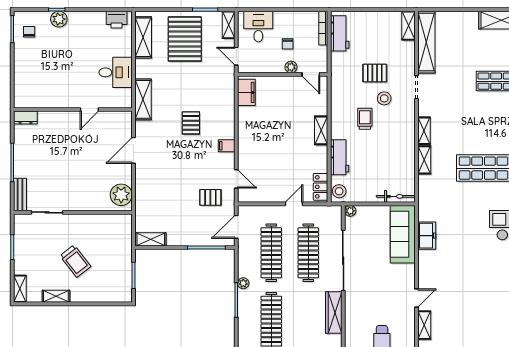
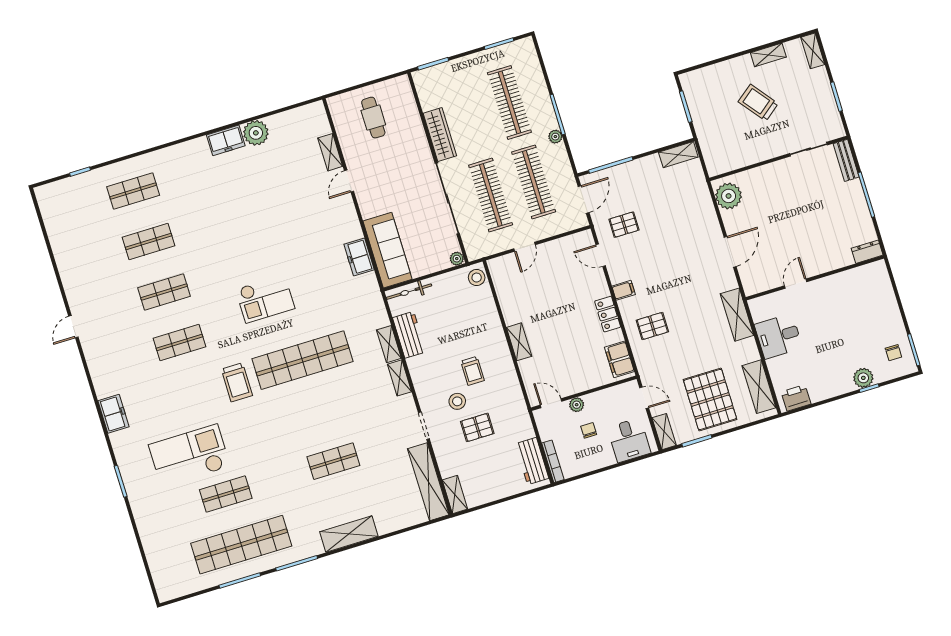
pallet: (191, 123) -> (652, 326), moved, turned 90
workbench: (340, 157) -> (409, 335), moved, turned 180
locker: (321, 187) -> (608, 314), moved, turned 180

